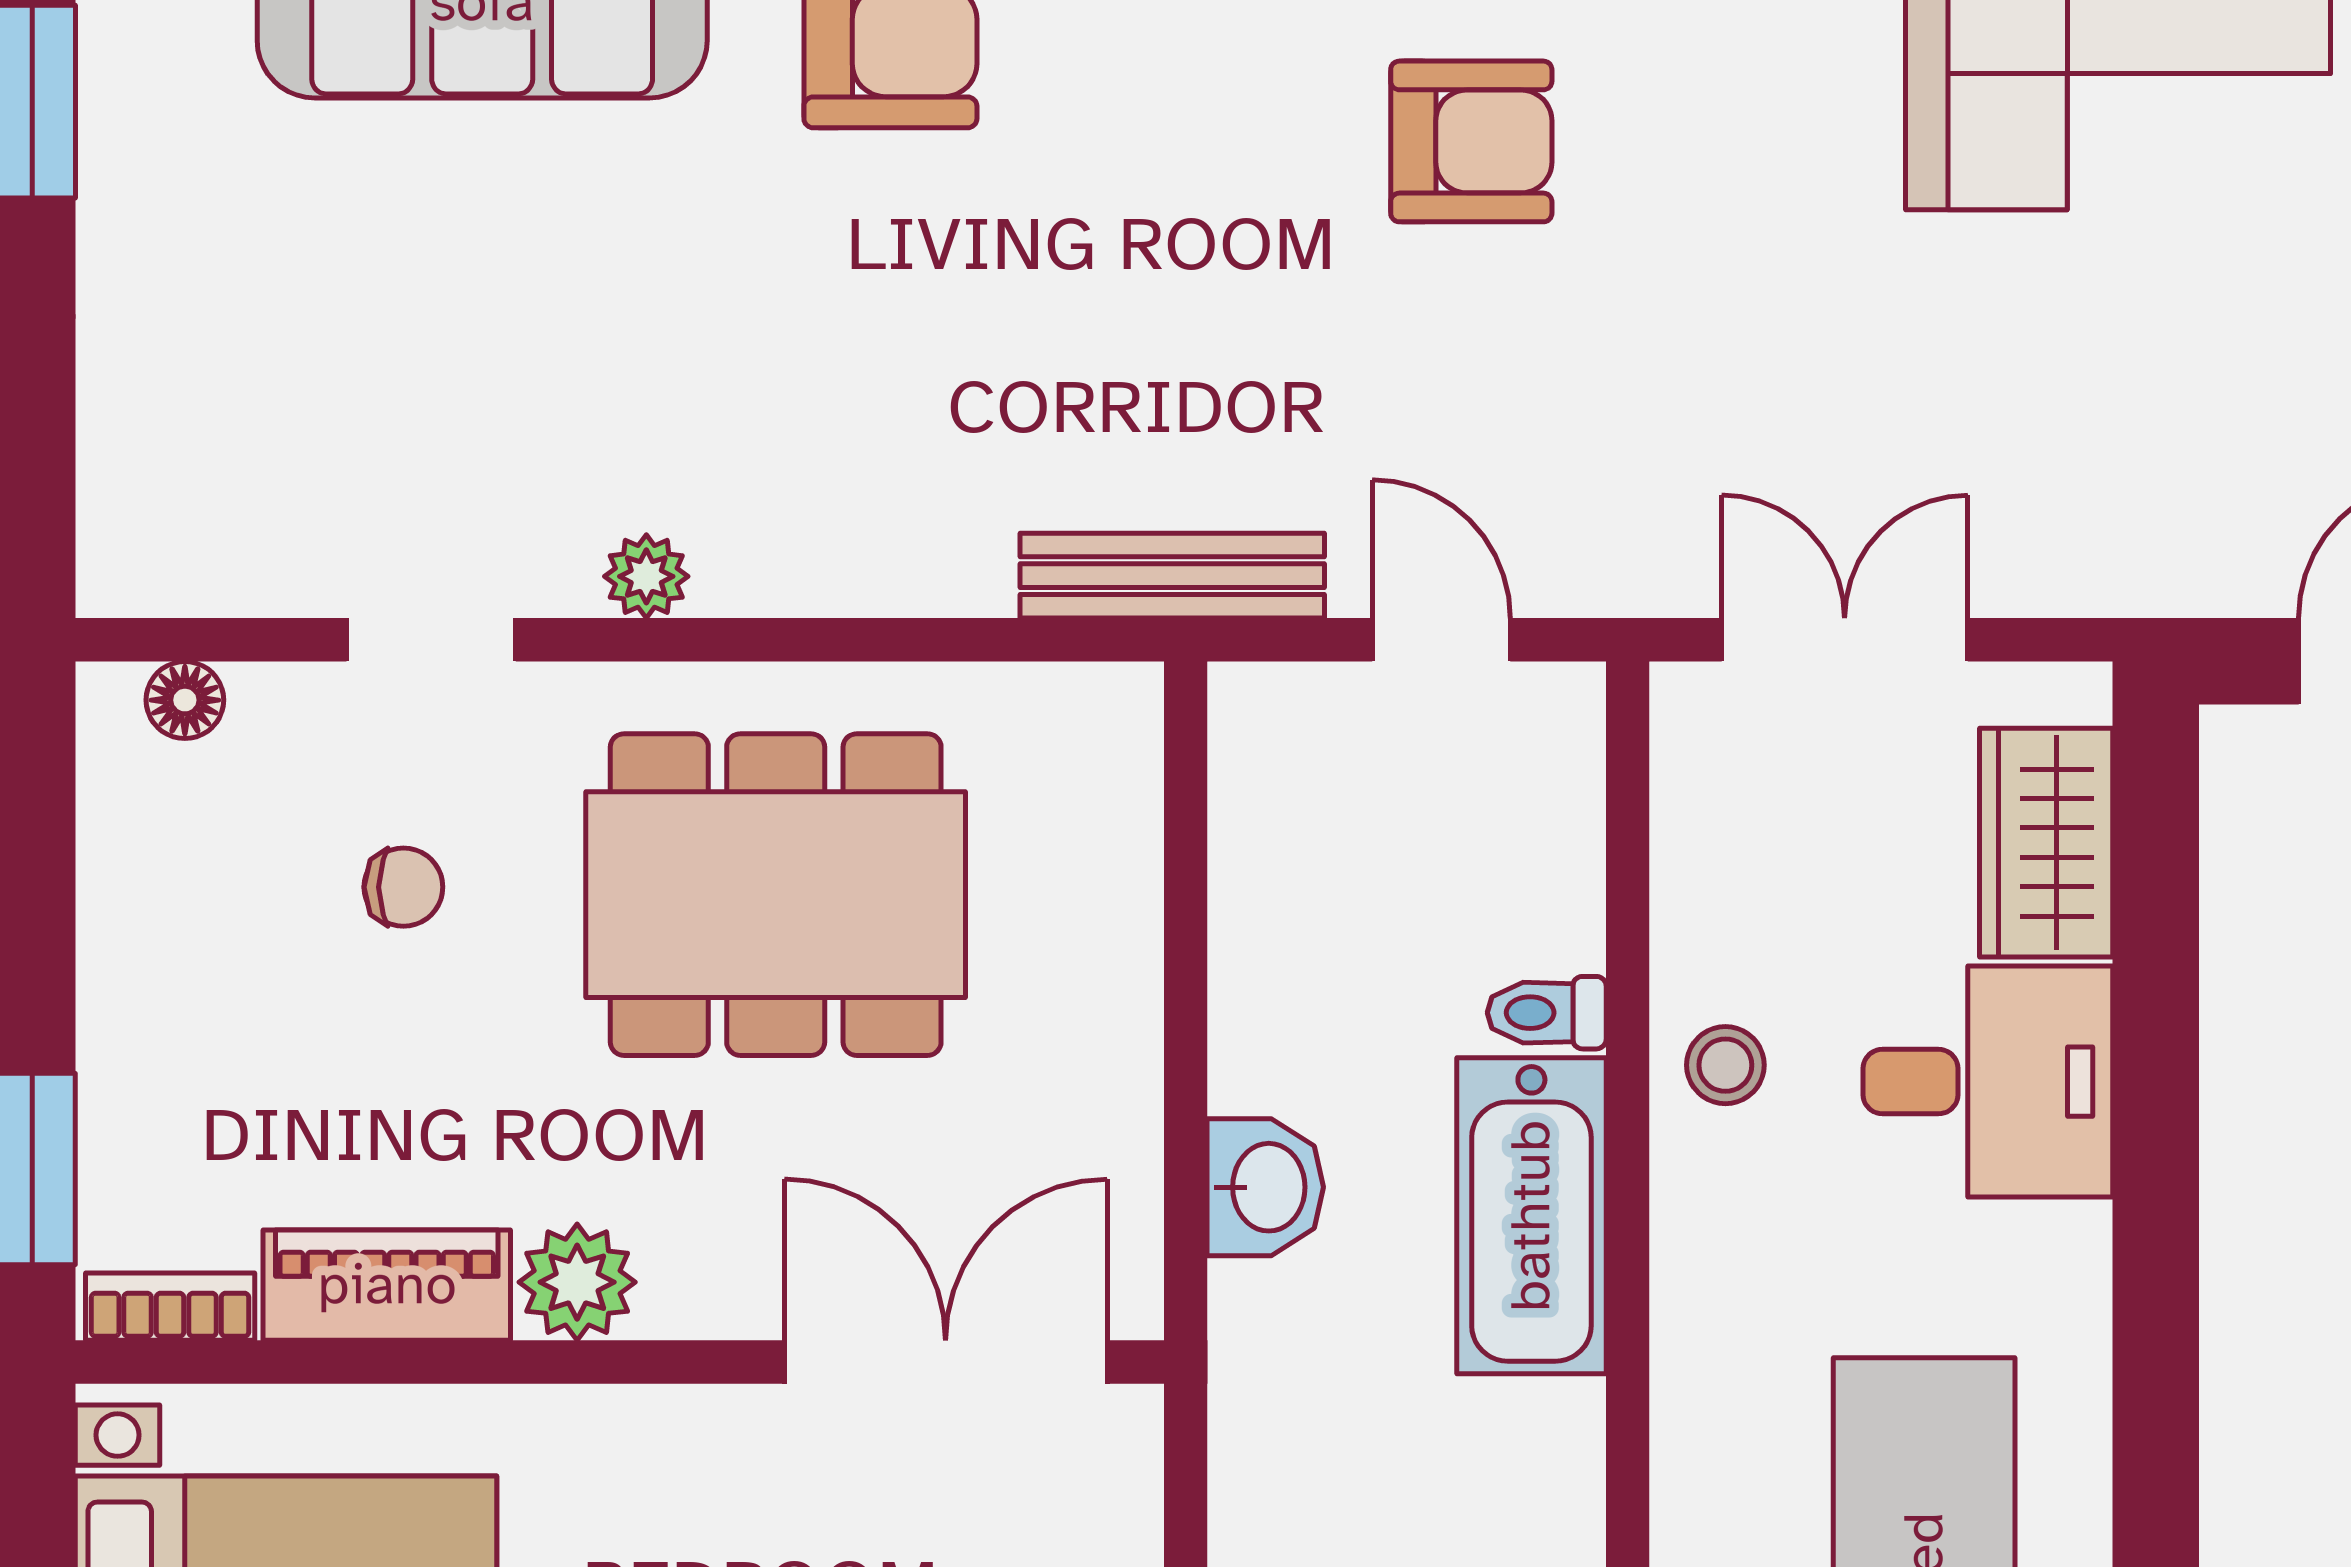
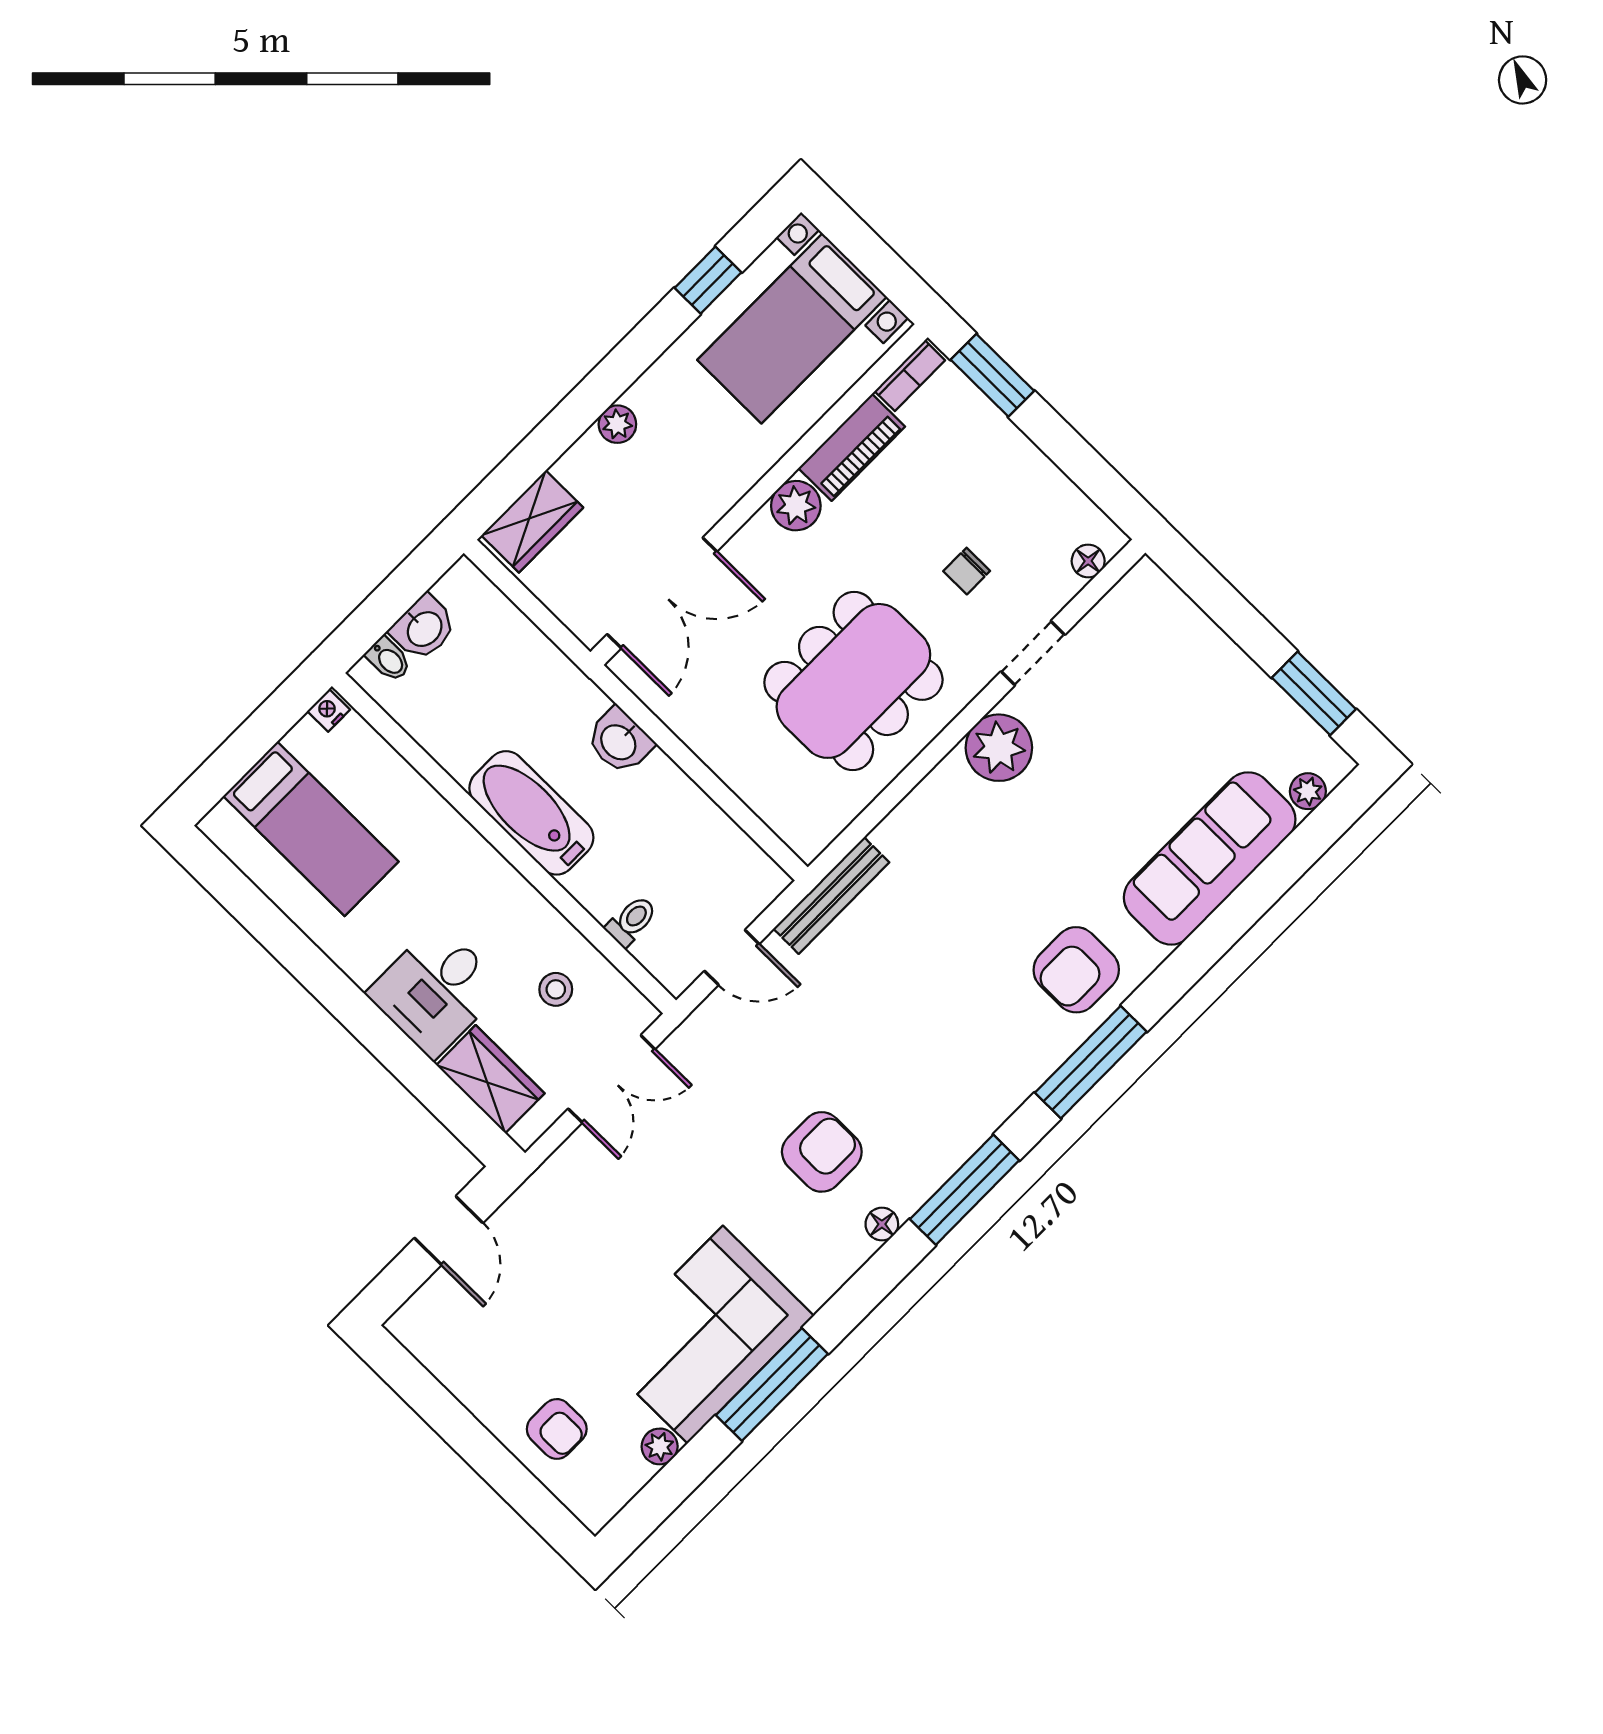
armchair: (1471, 141) -> (822, 1152), moved, turned 180
plant: (646, 576) -> (999, 748), width x1.88, depth x1.88
toilet: (1547, 1013) -> (631, 921), moved
stool: (1725, 1065) -> (556, 989), moved

